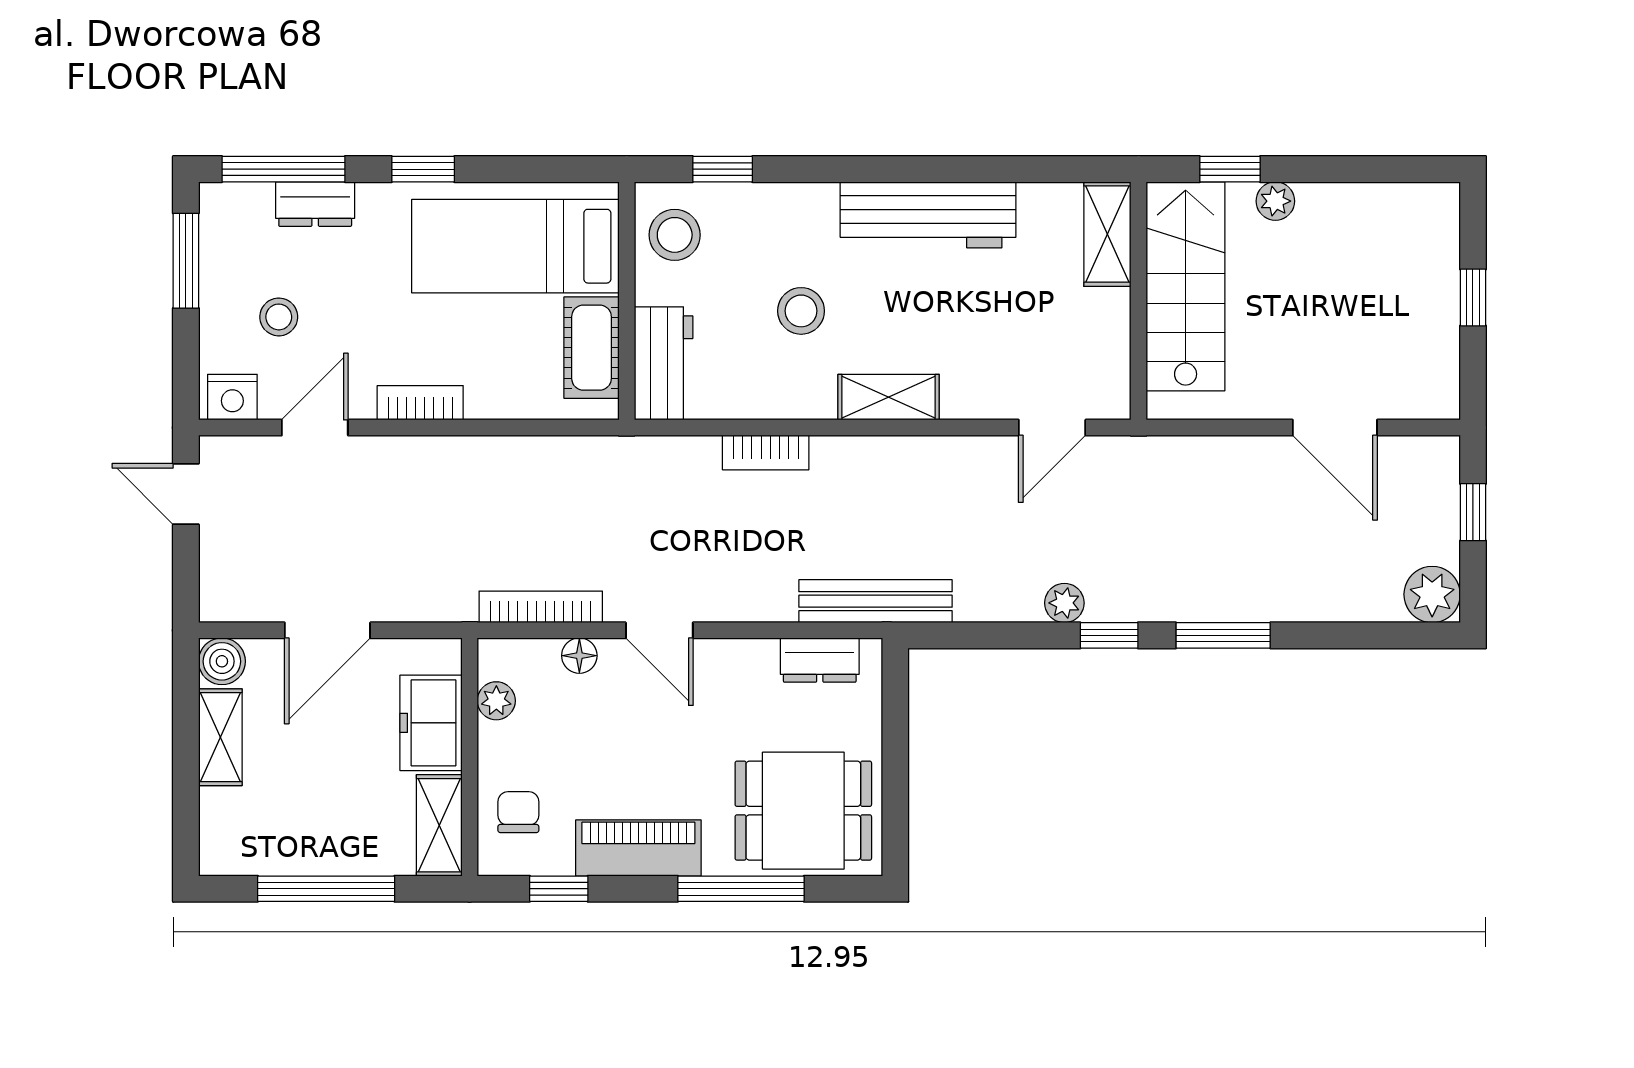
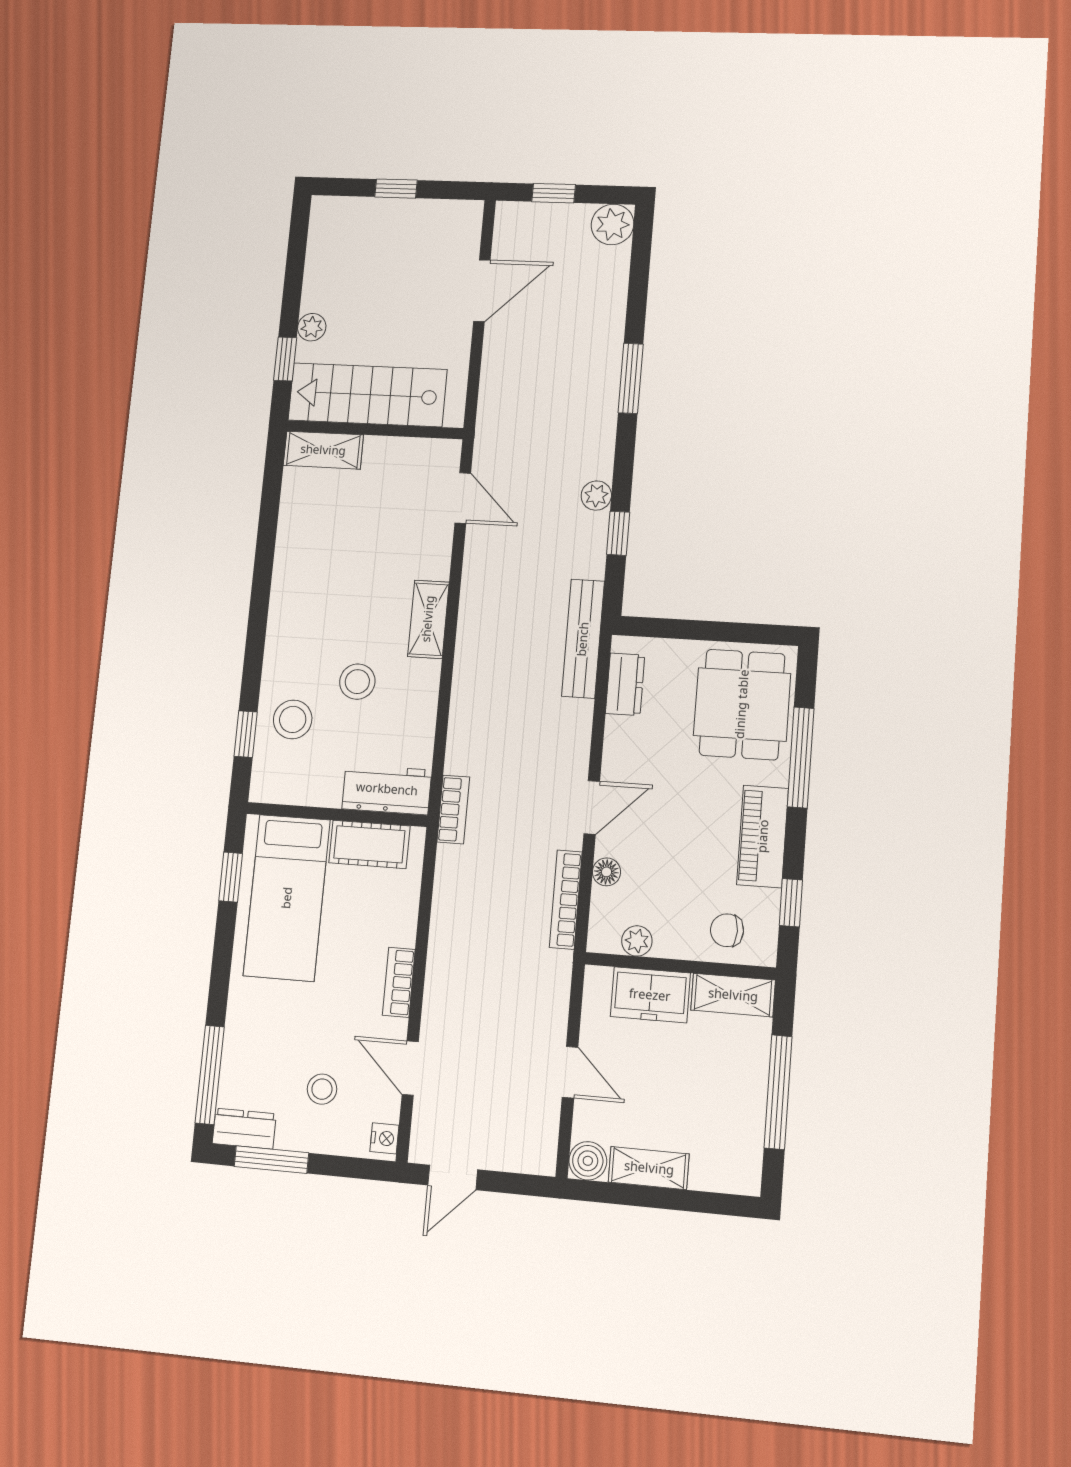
window: (423, 169) -> (231, 877), moved
dresser: (315, 204) -> (244, 1129), moved, turned -90
workbench: (928, 215) -> (296, 582), removed
stool: (675, 235) -> (293, 719), moved
nightstand: (232, 397) -> (384, 1138), width x0.72, depth x0.74
bookcase: (766, 452) -> (453, 810), moved
door: (327, 630) -> (570, 1072), width x0.73
window: (1109, 635) -> (618, 533), moved

